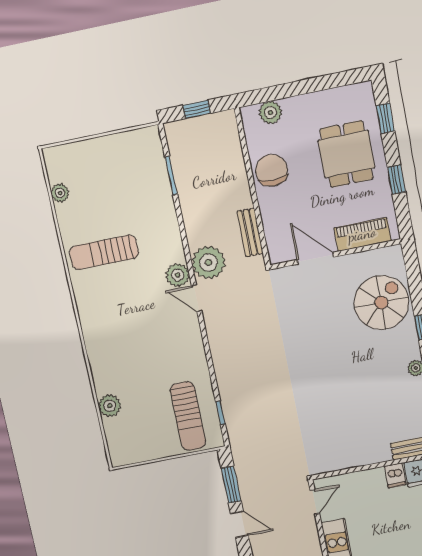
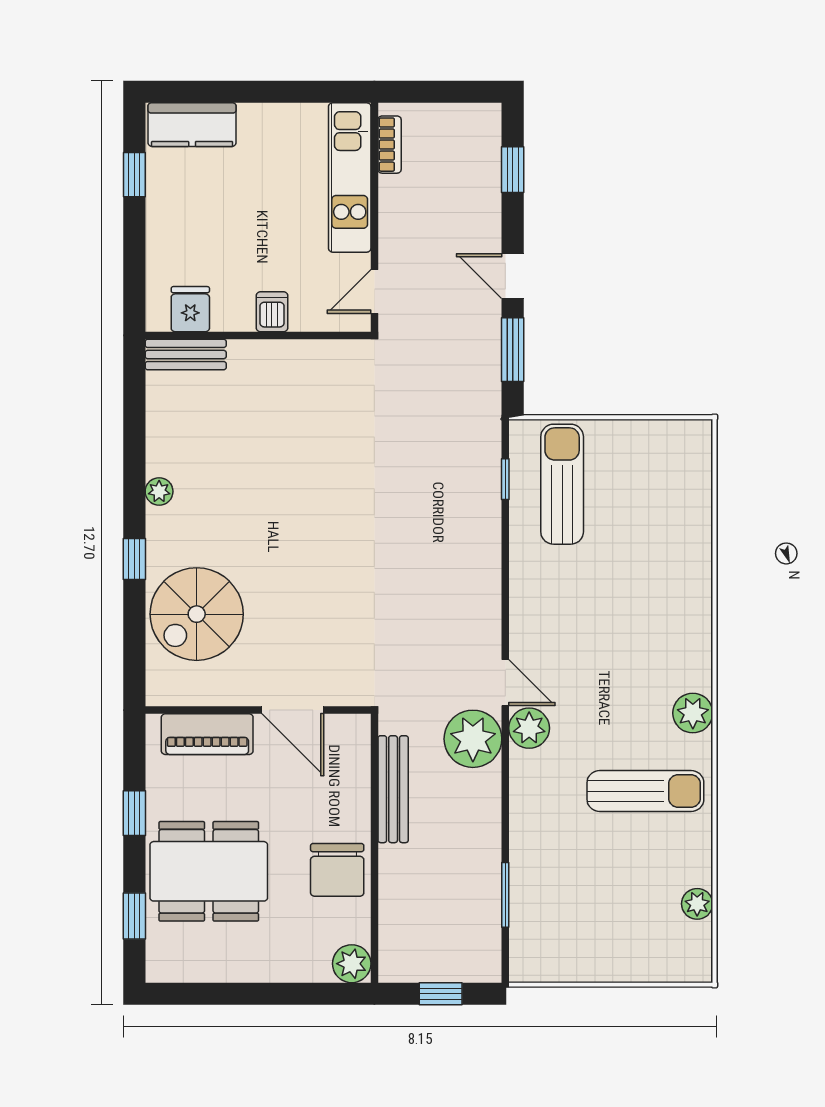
plant: (270, 113) -> (352, 964), moved
dining table: (346, 154) -> (209, 871), width x1.38
bench: (250, 232) -> (393, 789), width x1.36
plant: (110, 406) -> (693, 713), moved
dishwasher: (395, 475) -> (272, 312), moved

